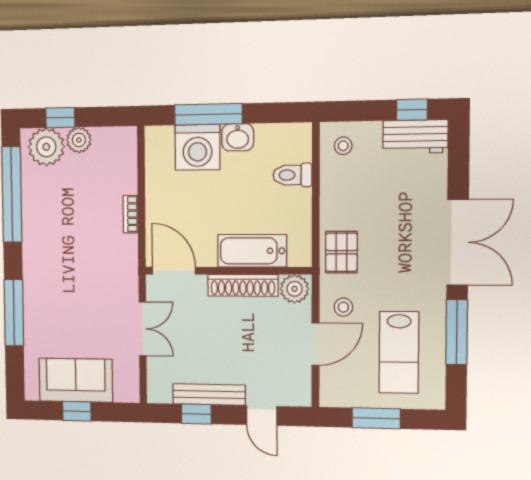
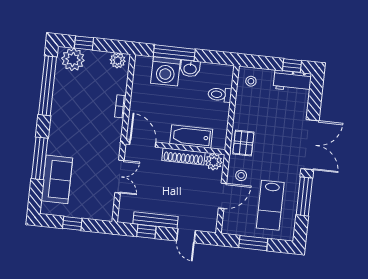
plant: (79, 140) -> (118, 60), moved
sofa: (76, 380) -> (57, 179), moved, turned 90

